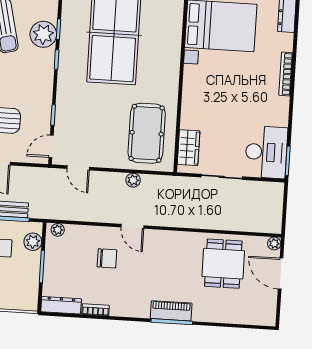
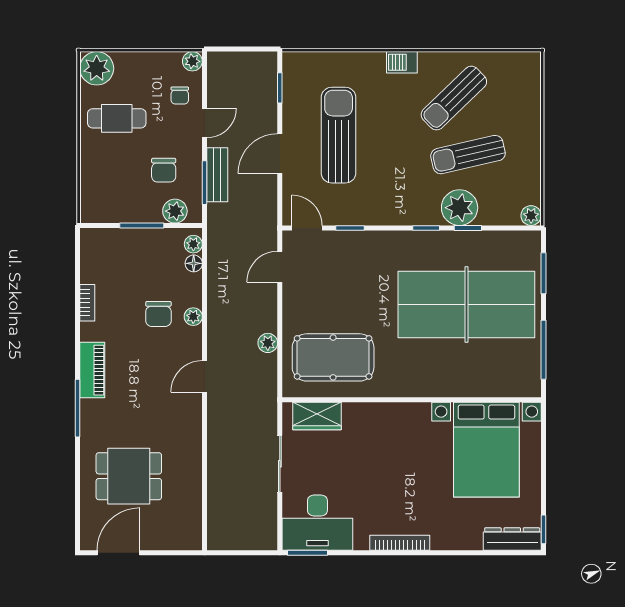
bookcase: (286, 74) -> (400, 543), moved
door: (132, 226) -> (205, 376), moved
floor lamp: (72, 230) -> (194, 263), added
plant: (274, 243) -> (193, 317), moved
dining table: (223, 264) -> (129, 476), moved
door: (281, 274) -> (118, 553), moved
dresser: (61, 305) -> (90, 255), removed
piano: (171, 311) -> (92, 370), moved

